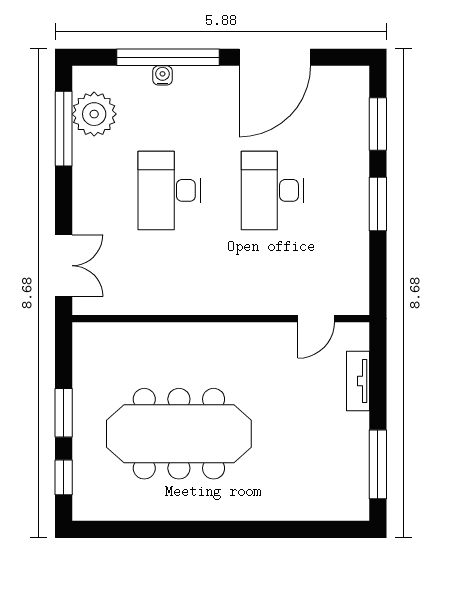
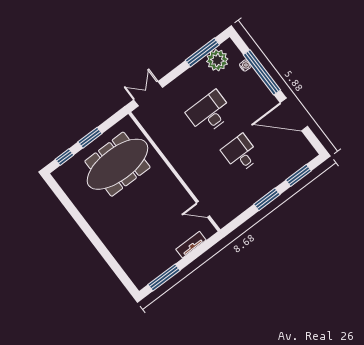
water cooler: (162, 75) -> (245, 65), moved
desk: (272, 190) -> (241, 154), width x0.73
double door: (64, 266) -> (148, 94), swing flipped
meeting table: (179, 434) -> (117, 164), moved, turned 90

